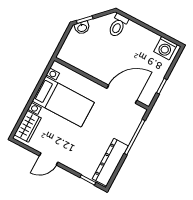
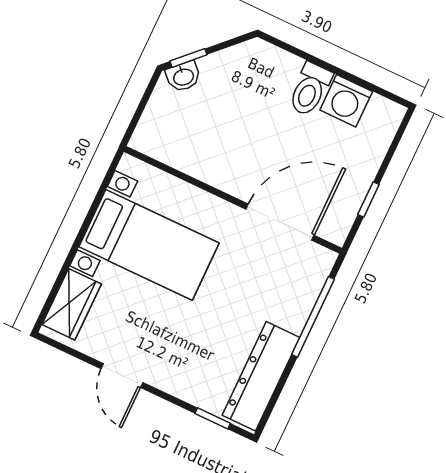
toilet: (118, 25) -> (310, 89), moved
washing machine: (166, 48) -> (346, 101), moved
door: (49, 159) -> (122, 376), hinge flipped

